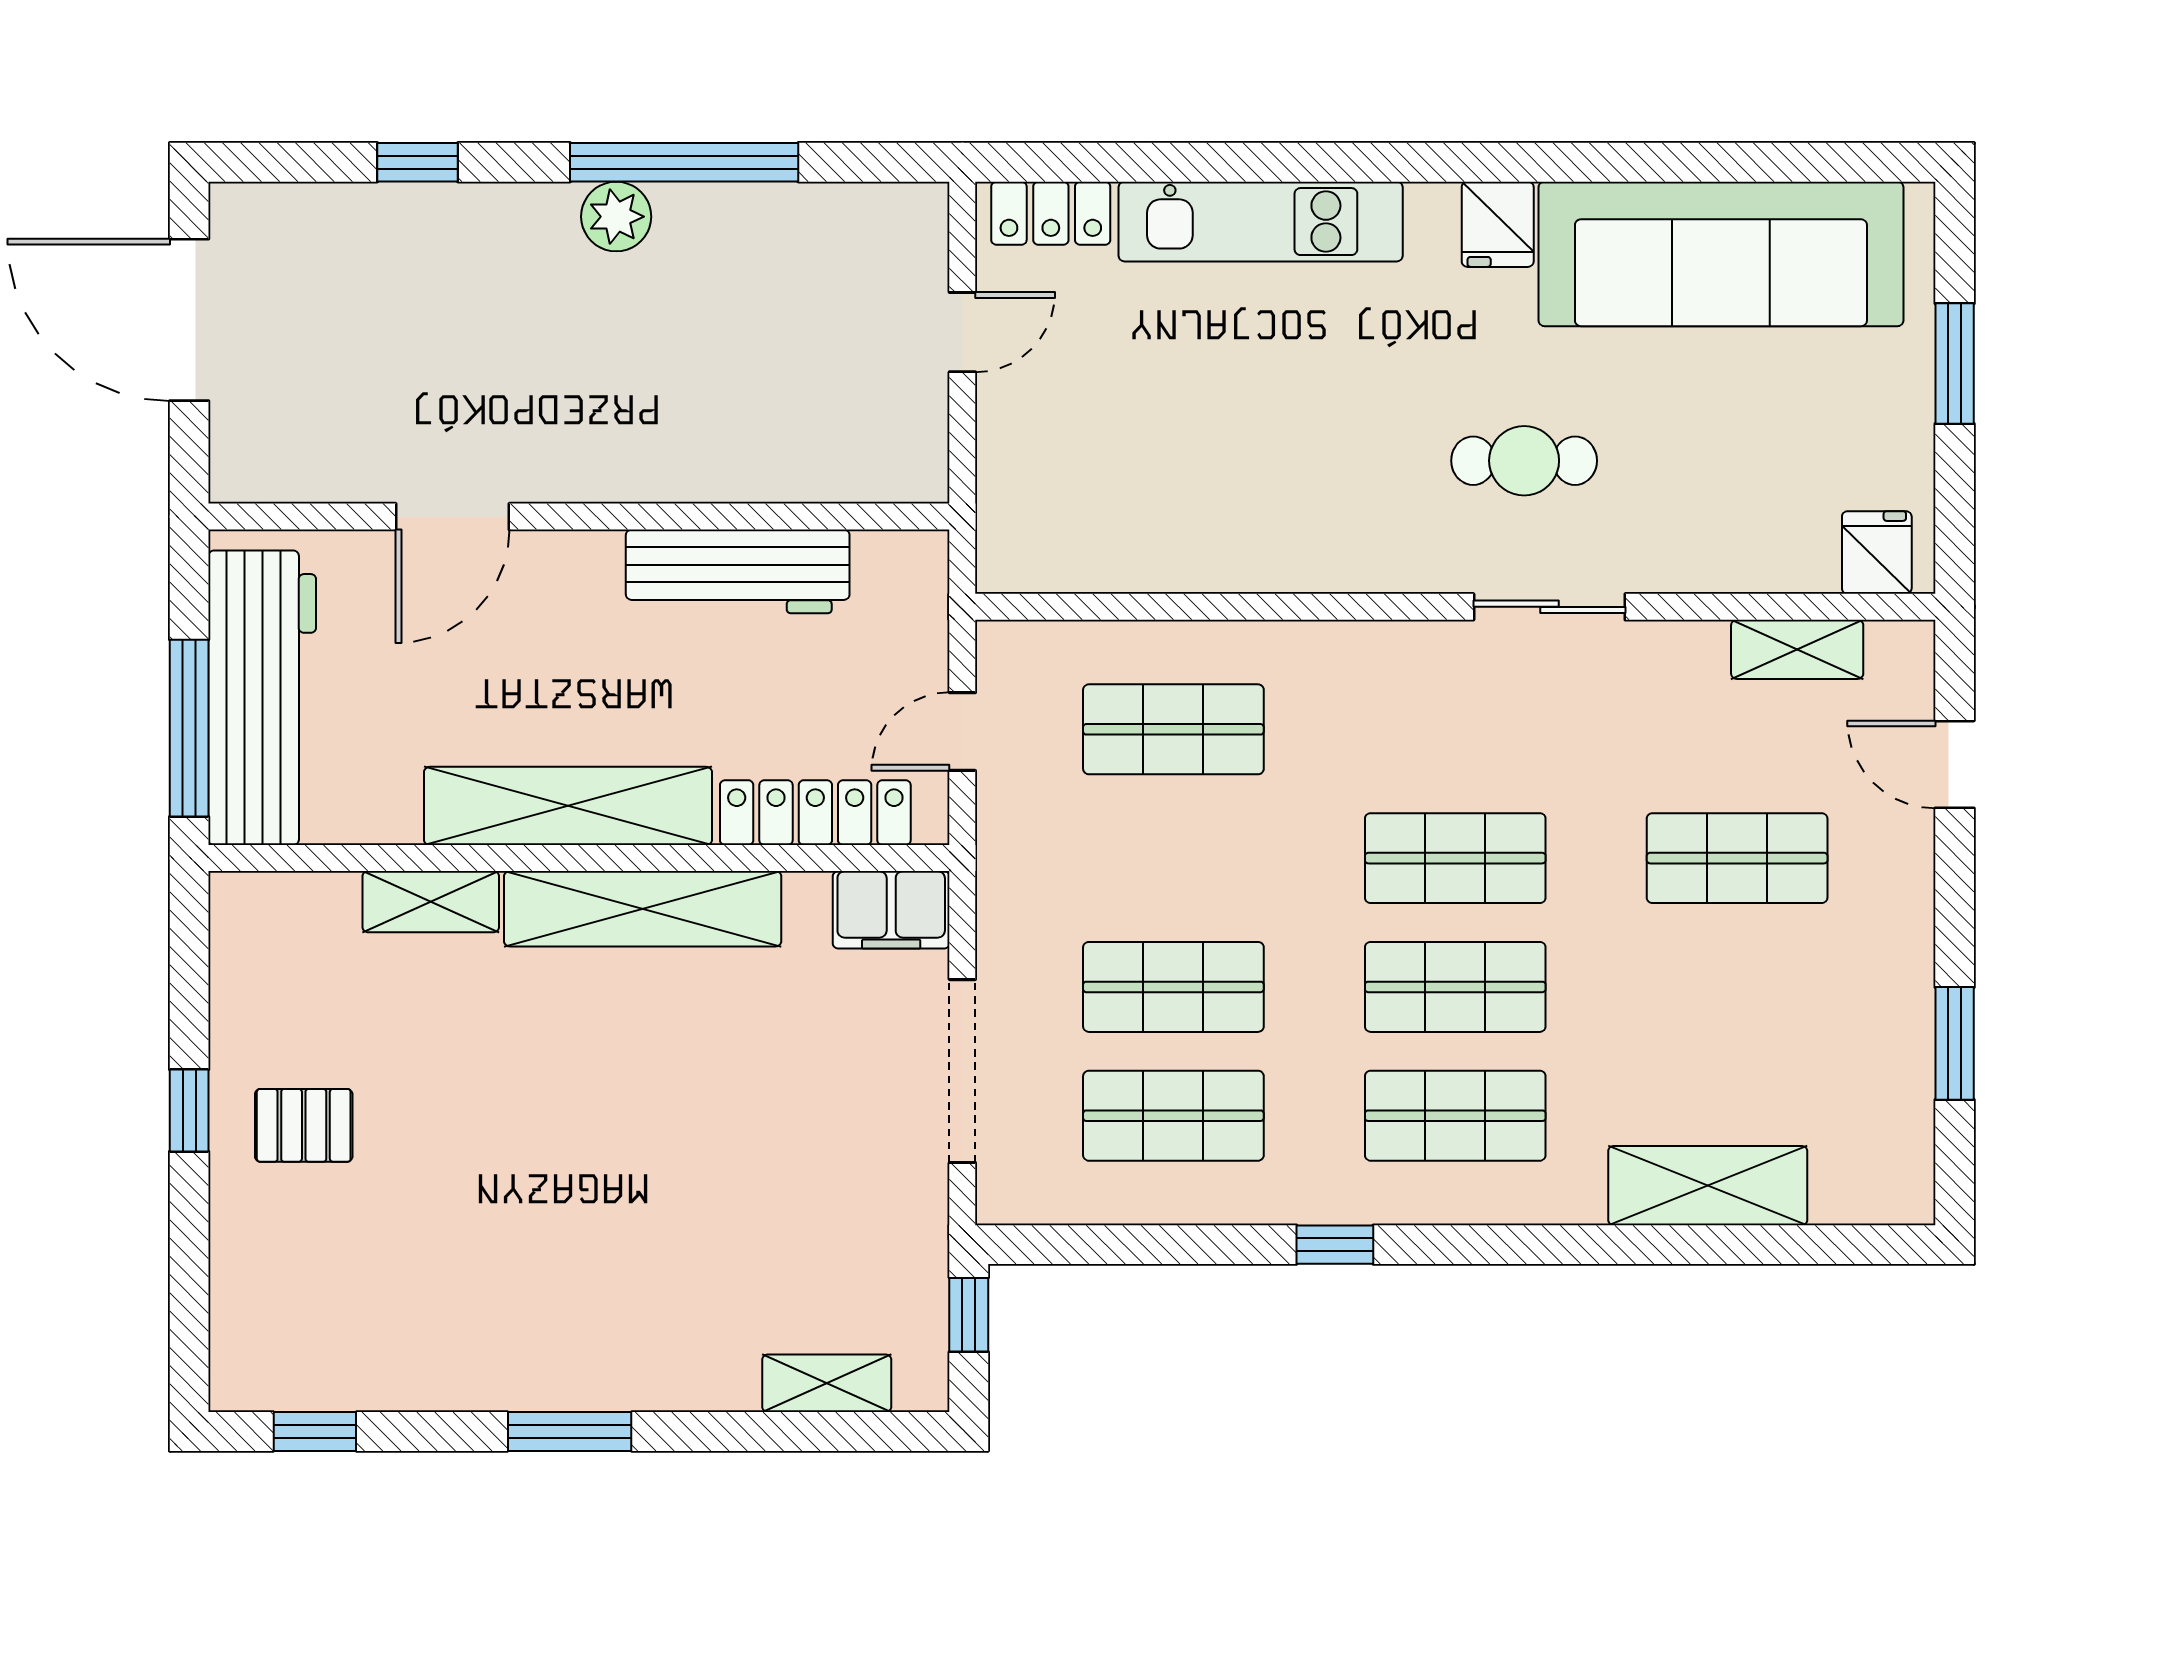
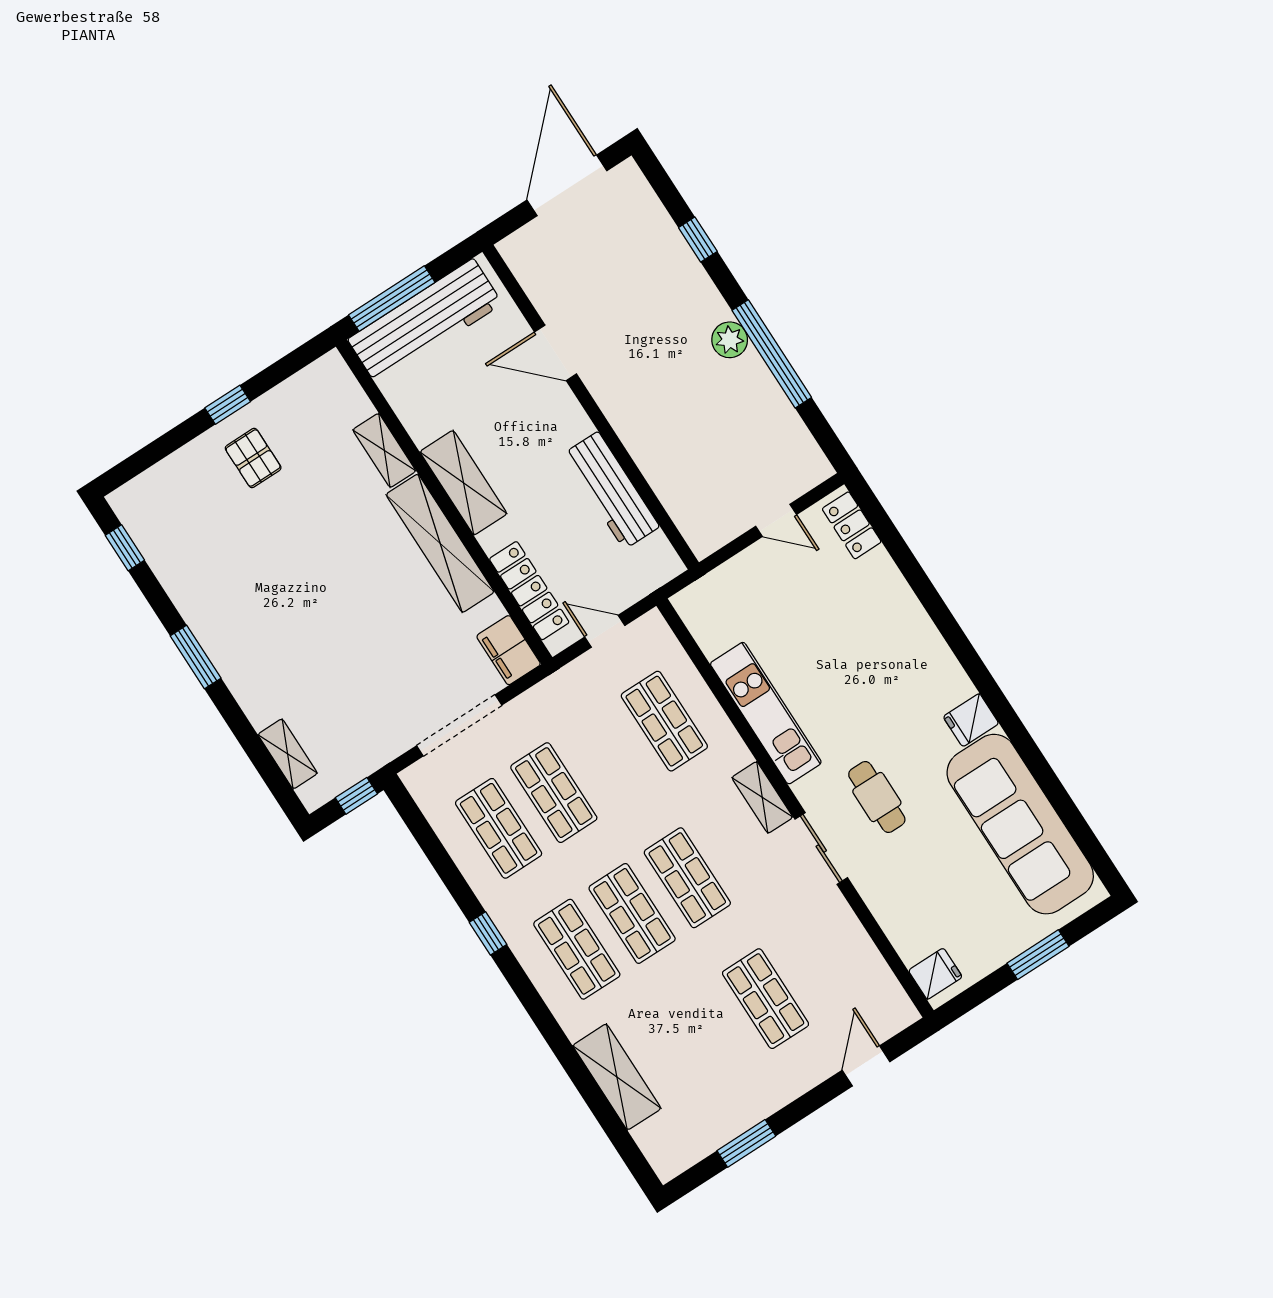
kitchen unit: (1261, 222) -> (766, 713), moved, turned 180
shelving: (1797, 649) -> (762, 797), moved
shelving: (568, 806) -> (463, 483), width x0.68

